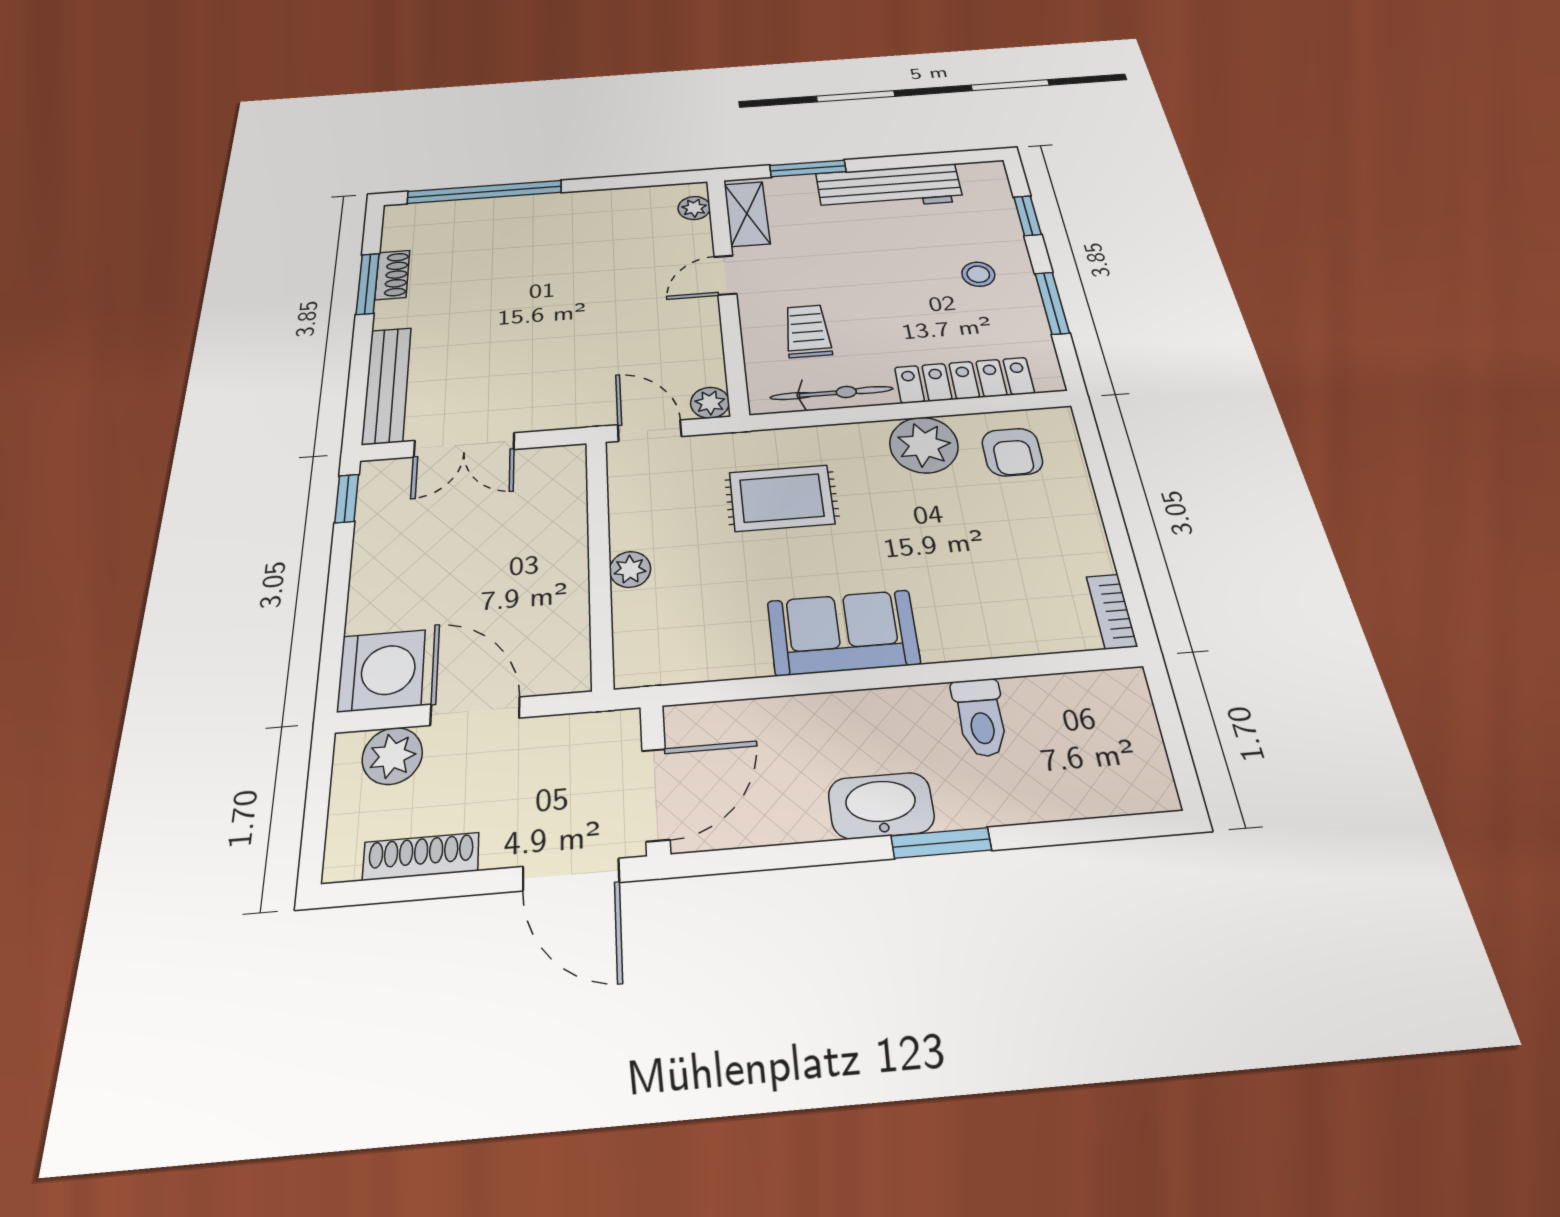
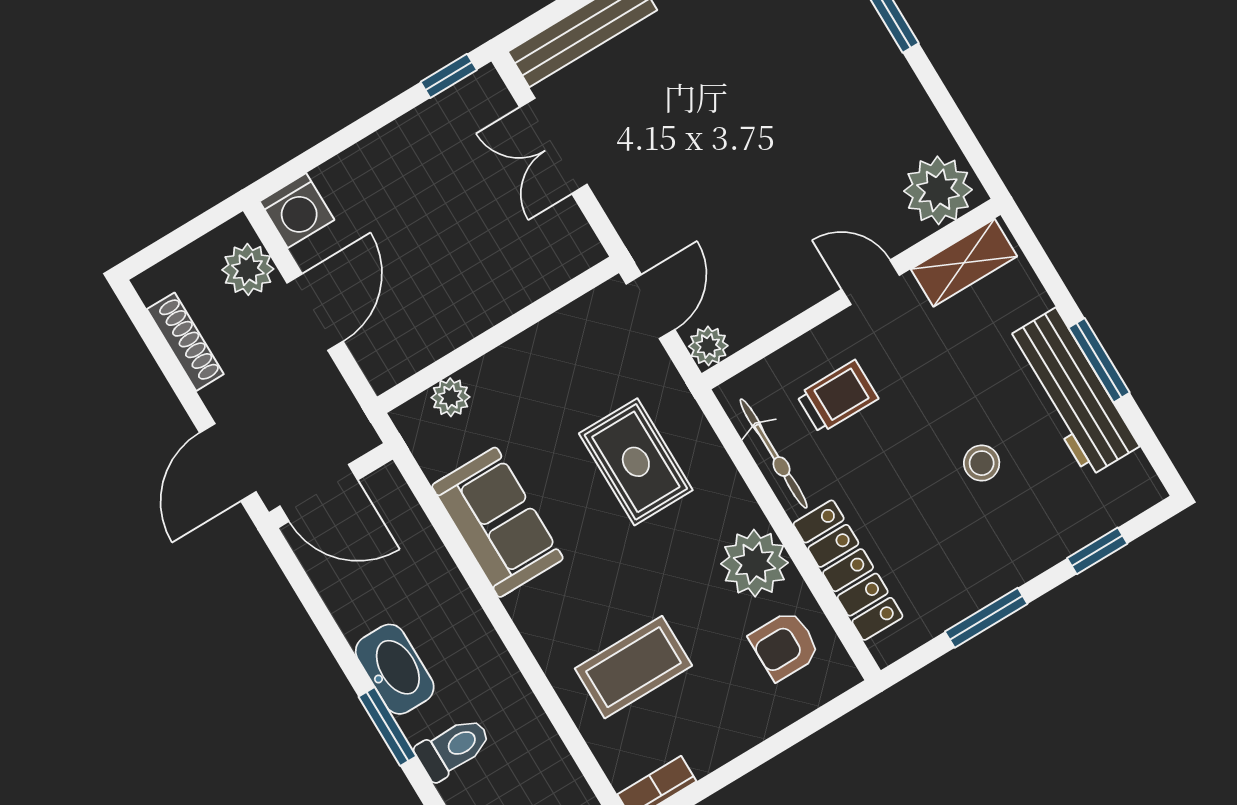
window: (808, 168) -> (1099, 360), moved
plant: (694, 208) -> (938, 190), width x1.88, depth x1.88
stool: (978, 274) -> (982, 463), moved
plant: (630, 569) -> (451, 397), moved
coffee table: (979, 581) -> (633, 667), added
sofa: (843, 632) -> (497, 522), moved
washing machine: (382, 671) -> (297, 211), width x0.73, depth x0.73
toilet: (981, 717) -> (453, 748), moved, turned 180

